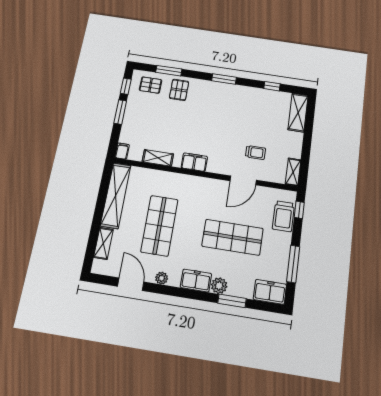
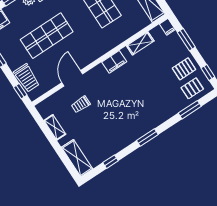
pallet: (179, 90) -> (184, 69), moved, turned 90
window: (120, 112) -> (186, 40), moved
shelving: (293, 172) -> (55, 127), moved
trolley: (283, 216) -> (27, 78), turned 180

